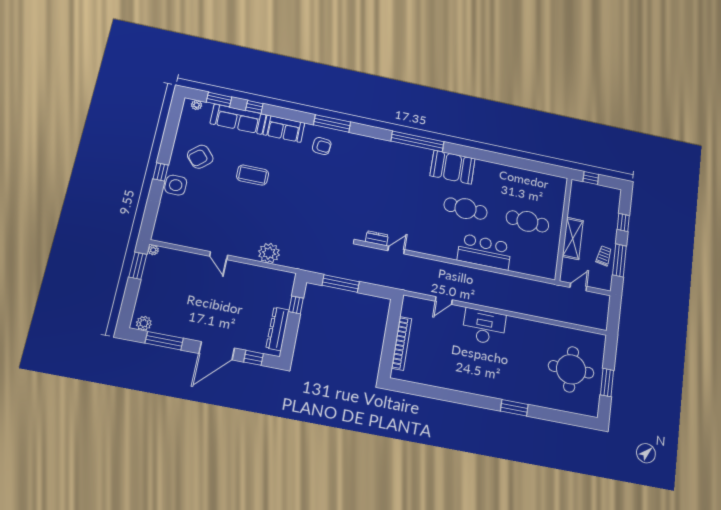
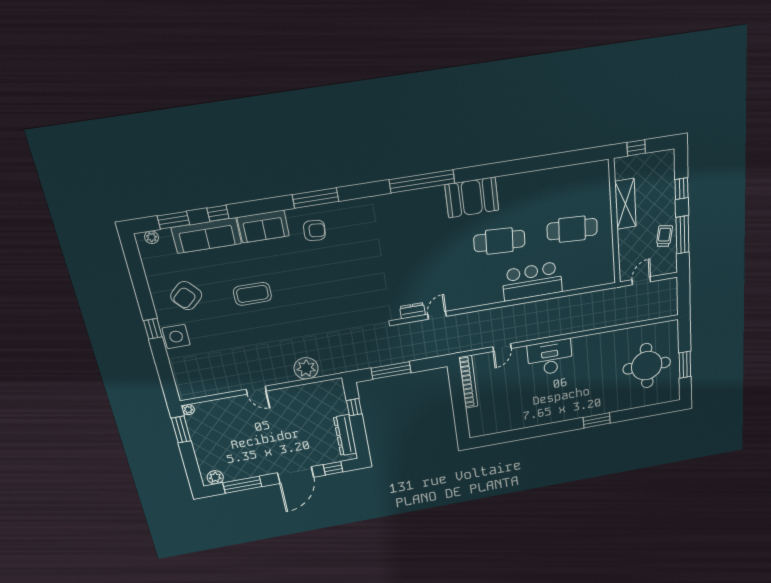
shelving: (573, 238) -> (625, 204), moved
bookcase: (401, 343) -> (468, 382), moved

